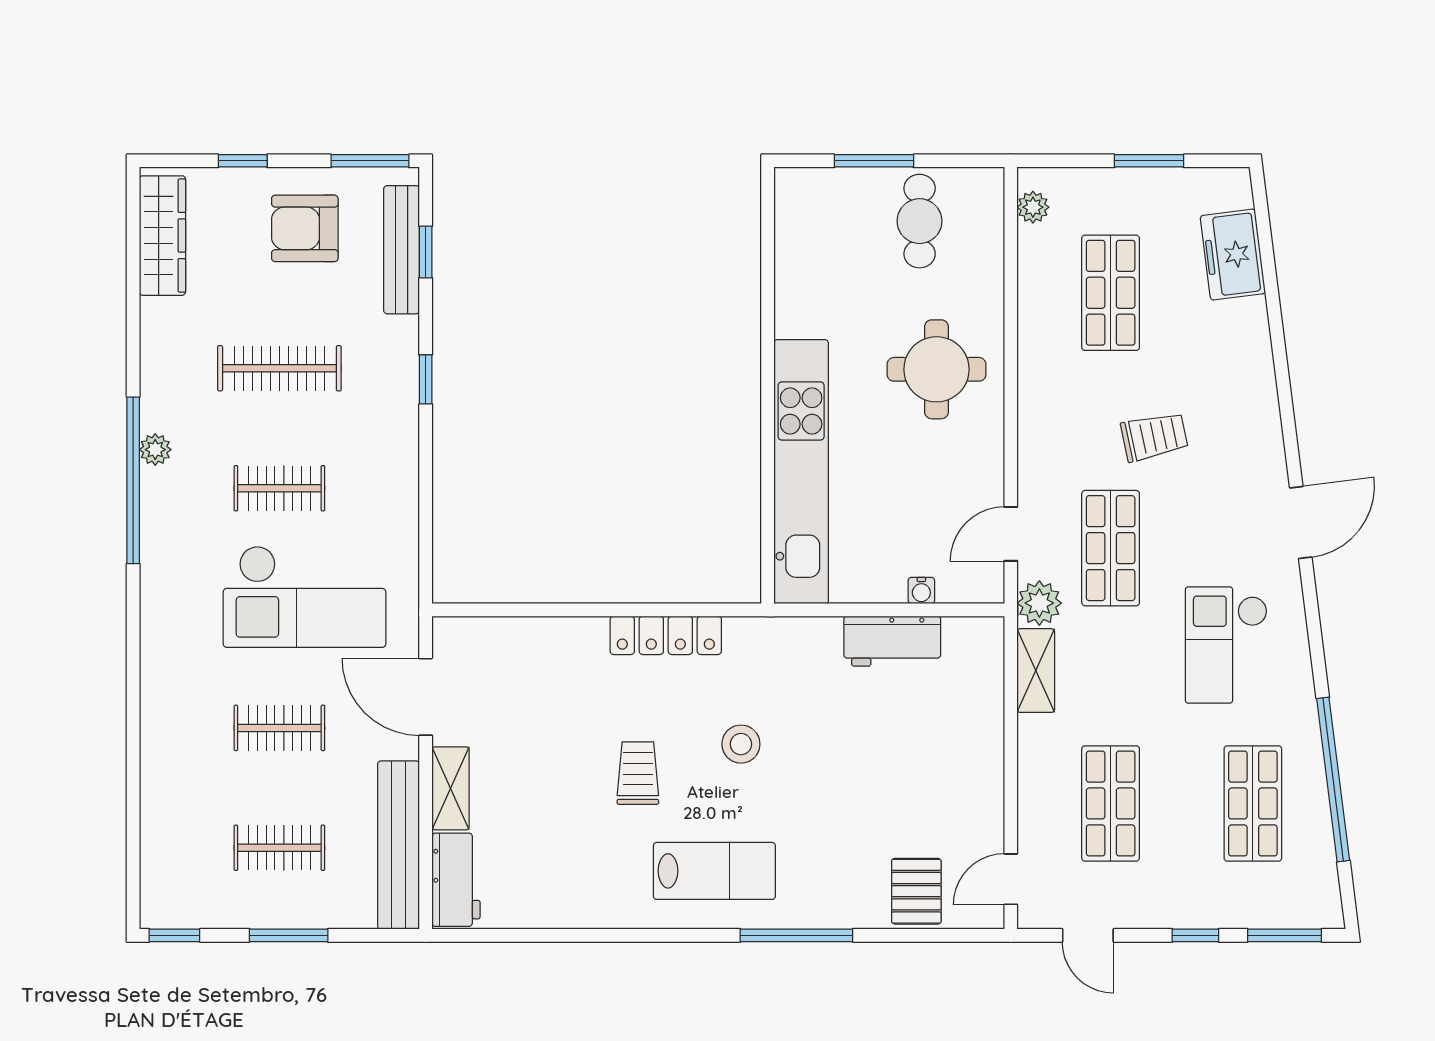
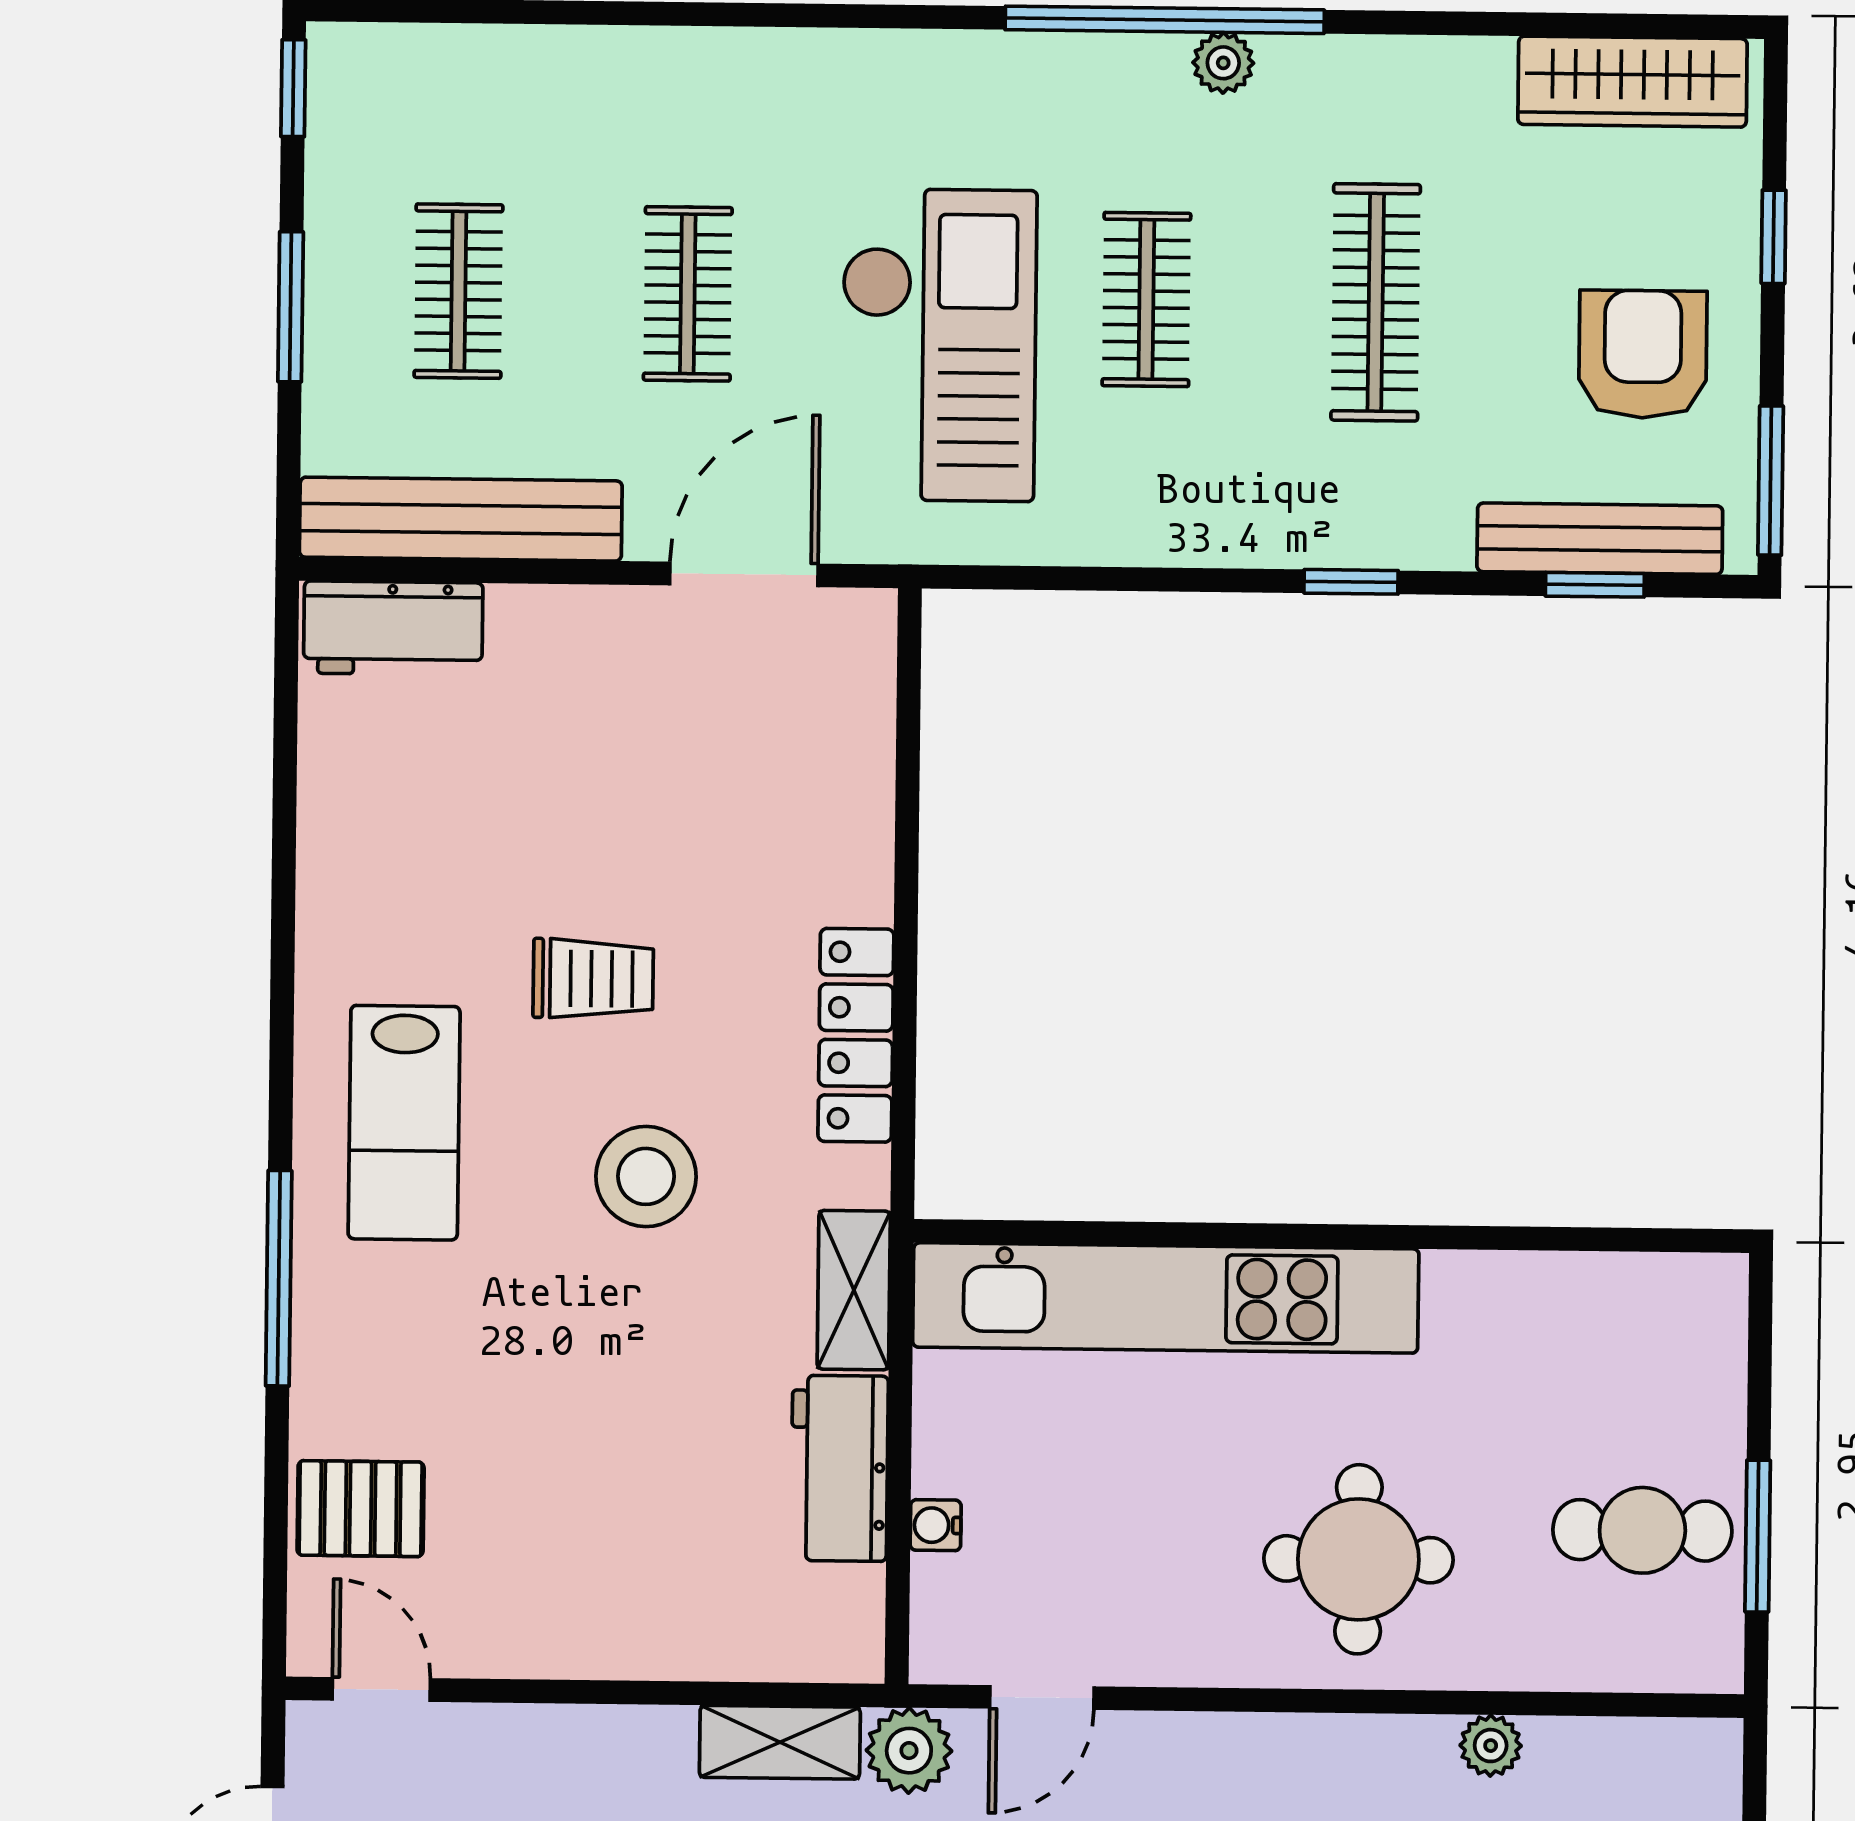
window: (874, 161) -> (1758, 1536), moved
plant: (1033, 207) -> (1491, 1746), moved
door: (1011, 534) -> (1042, 1698), swing flipped
checkout: (305, 597) -> (938, 345), turned 180
stool: (741, 744) -> (646, 1176), width x1.38, depth x1.38
shelving: (451, 788) -> (854, 1290), moved, turned 90

